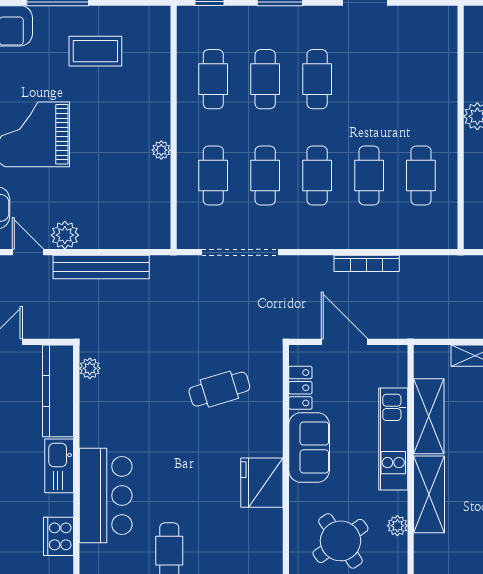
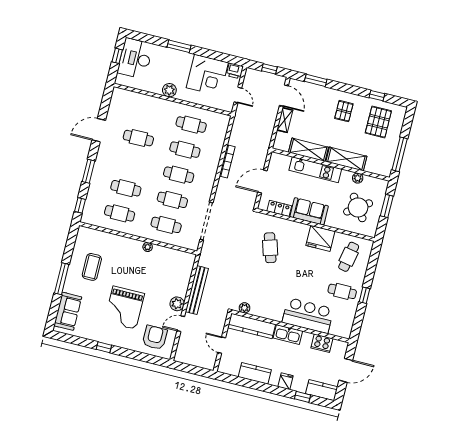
cafe table: (317, 79) -> (138, 138), moved
cafe table: (240, 546) -> (349, 257), added

